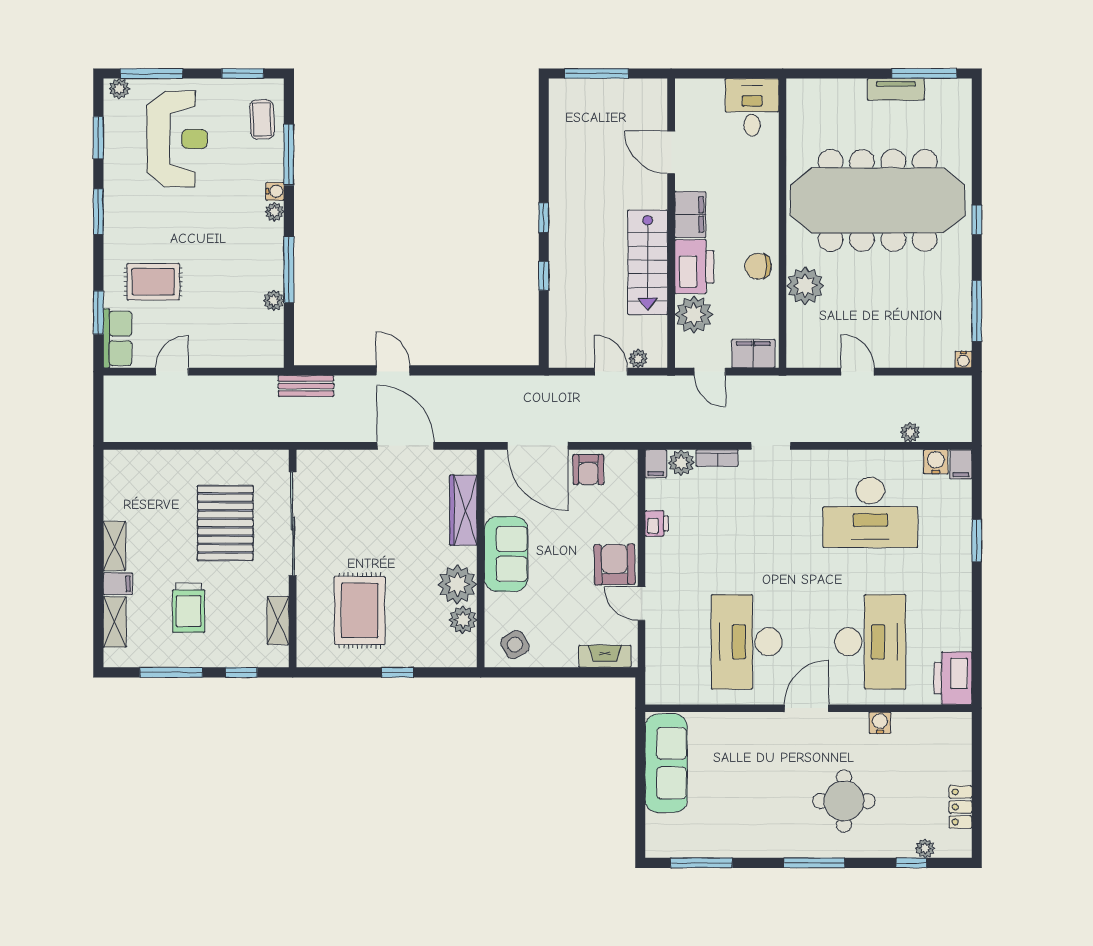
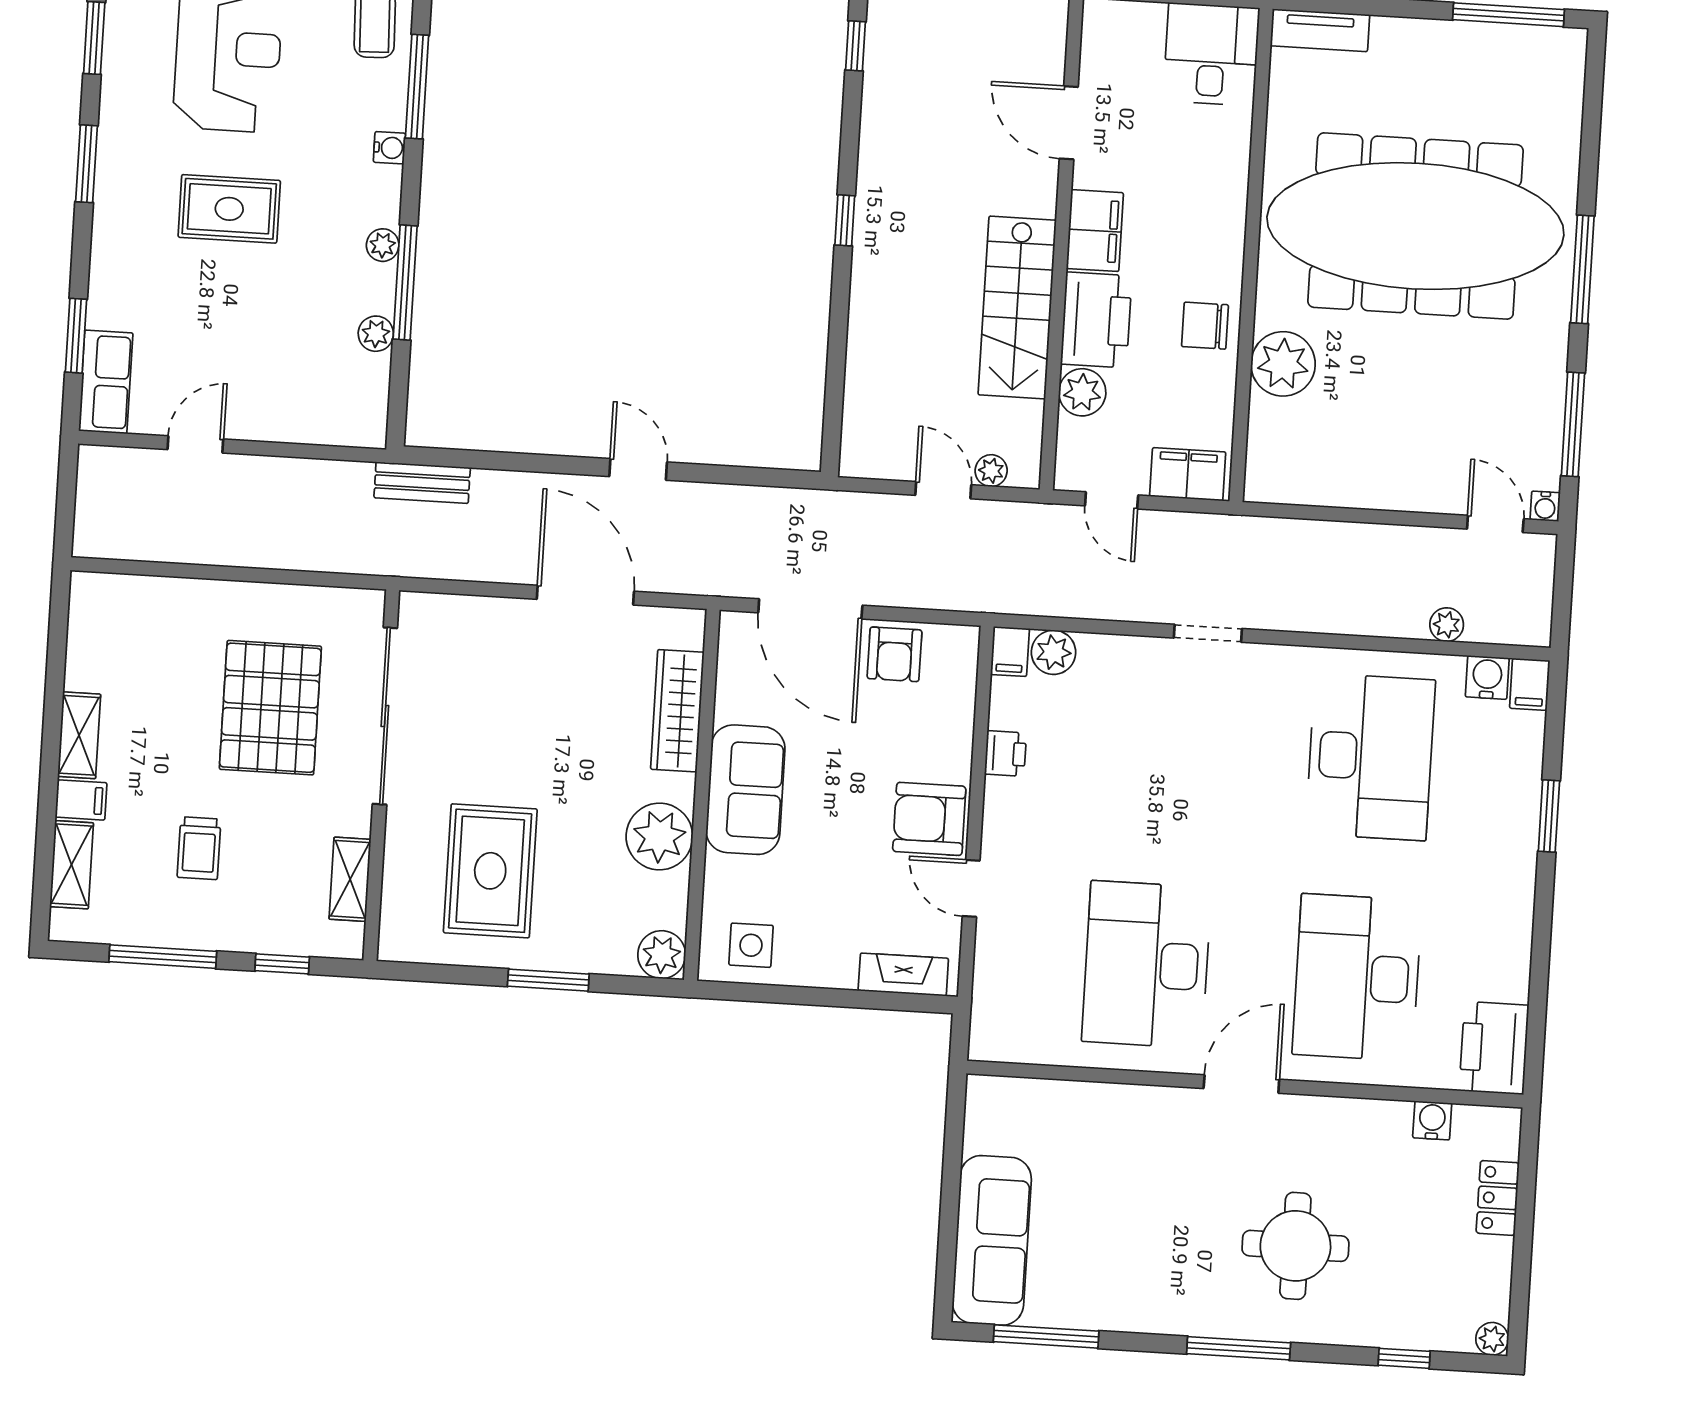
tv unit: (896, 89) -> (1320, 30), moved
plant: (274, 212) -> (383, 245), moved
window: (977, 220) -> (1582, 269), width x2.17
window: (544, 276) -> (855, 46), moved
rug: (153, 282) -> (229, 209), moved
plant: (694, 315) -> (1082, 392), width x0.73, depth x0.73
door: (393, 370) -> (638, 469), moved
door: (858, 372) -> (1495, 524), moved
bookcase: (717, 458) -> (1115, 648), removed
desk: (870, 512) -> (1370, 757), turned -90
armchair: (615, 564) -> (929, 819), turned -89
trolley: (189, 608) -> (199, 848), width x0.73, depth x0.72
plant: (463, 620) -> (662, 955), moved
desk: (870, 642) -> (1357, 977), turned 180
side table: (515, 645) -> (751, 945), turned 30
window: (398, 672) -> (548, 980), width x1.50
water cooler: (880, 723) -> (1432, 1120), moved
sofa: (666, 763) -> (992, 1240), moved
locker: (960, 807) -> (1498, 1198), moved
plant: (925, 848) -> (1492, 1339), moved

